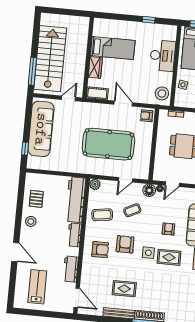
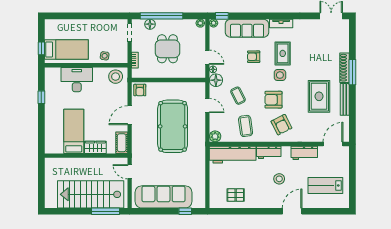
stool: (31, 221) -> (279, 179), moved
armchair: (100, 250) -> (281, 125), turned 153
rug: (124, 289) -> (319, 96), width x1.36, depth x1.43

